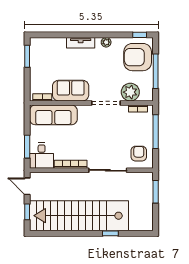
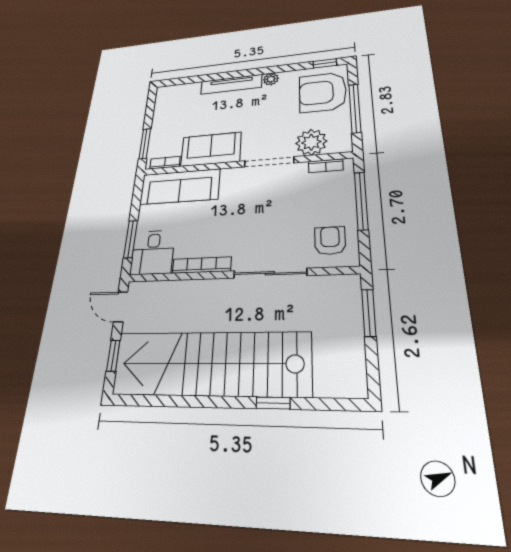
tv unit: (81, 43) -> (231, 84), width x1.41
window: (27, 56) -> (145, 144), moved

